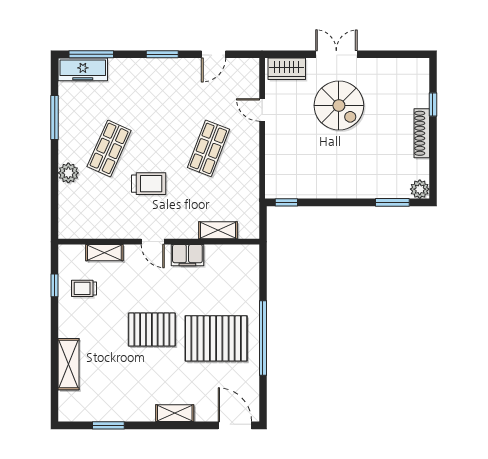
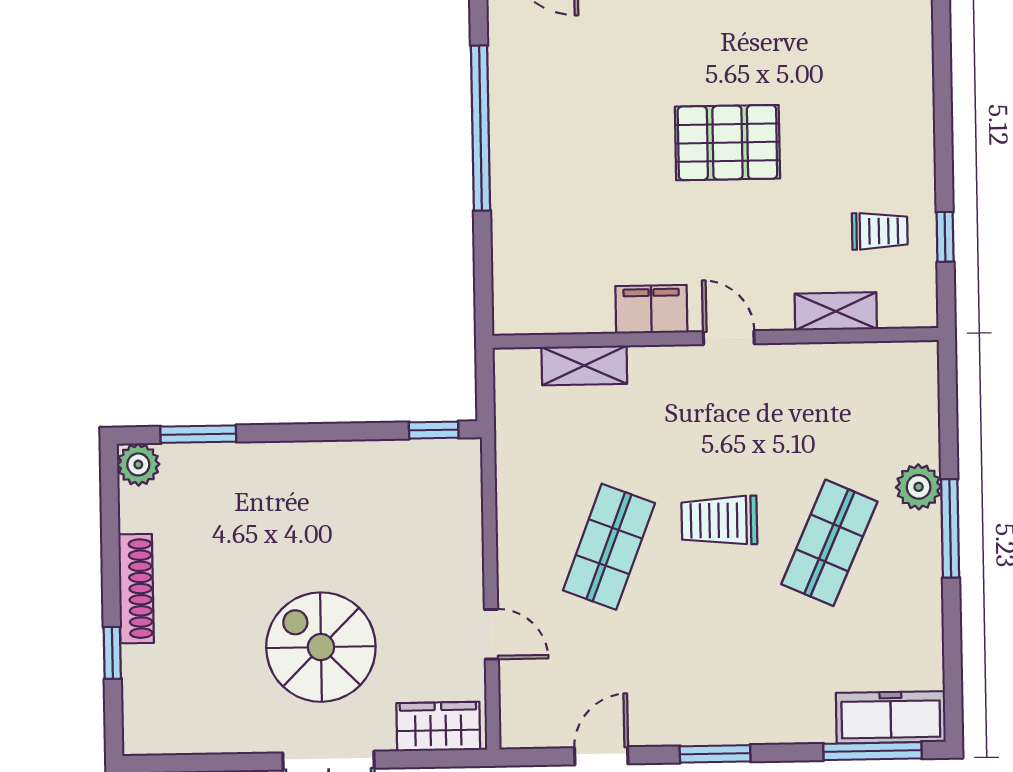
window: (55, 118) -> (950, 528), moved
trolley: (149, 184) -> (719, 520), moved
pallet: (216, 338) -> (584, 125), removed
shelving: (69, 364) -> (911, 63), removed

